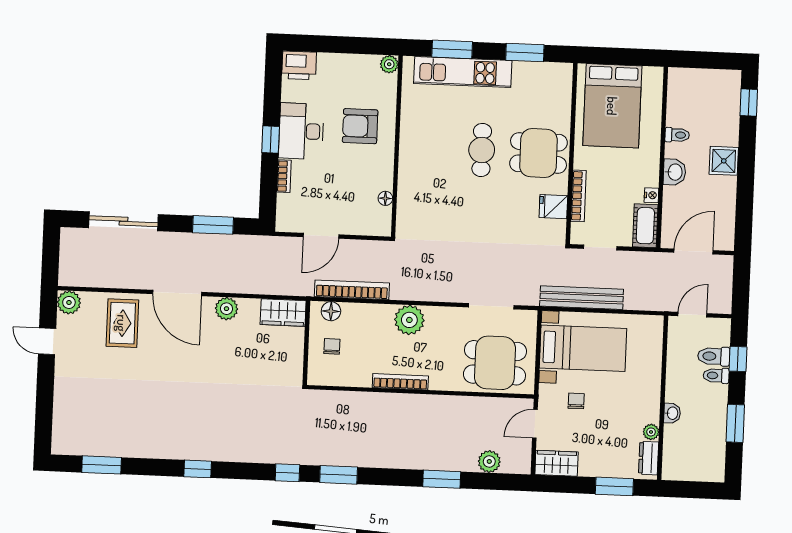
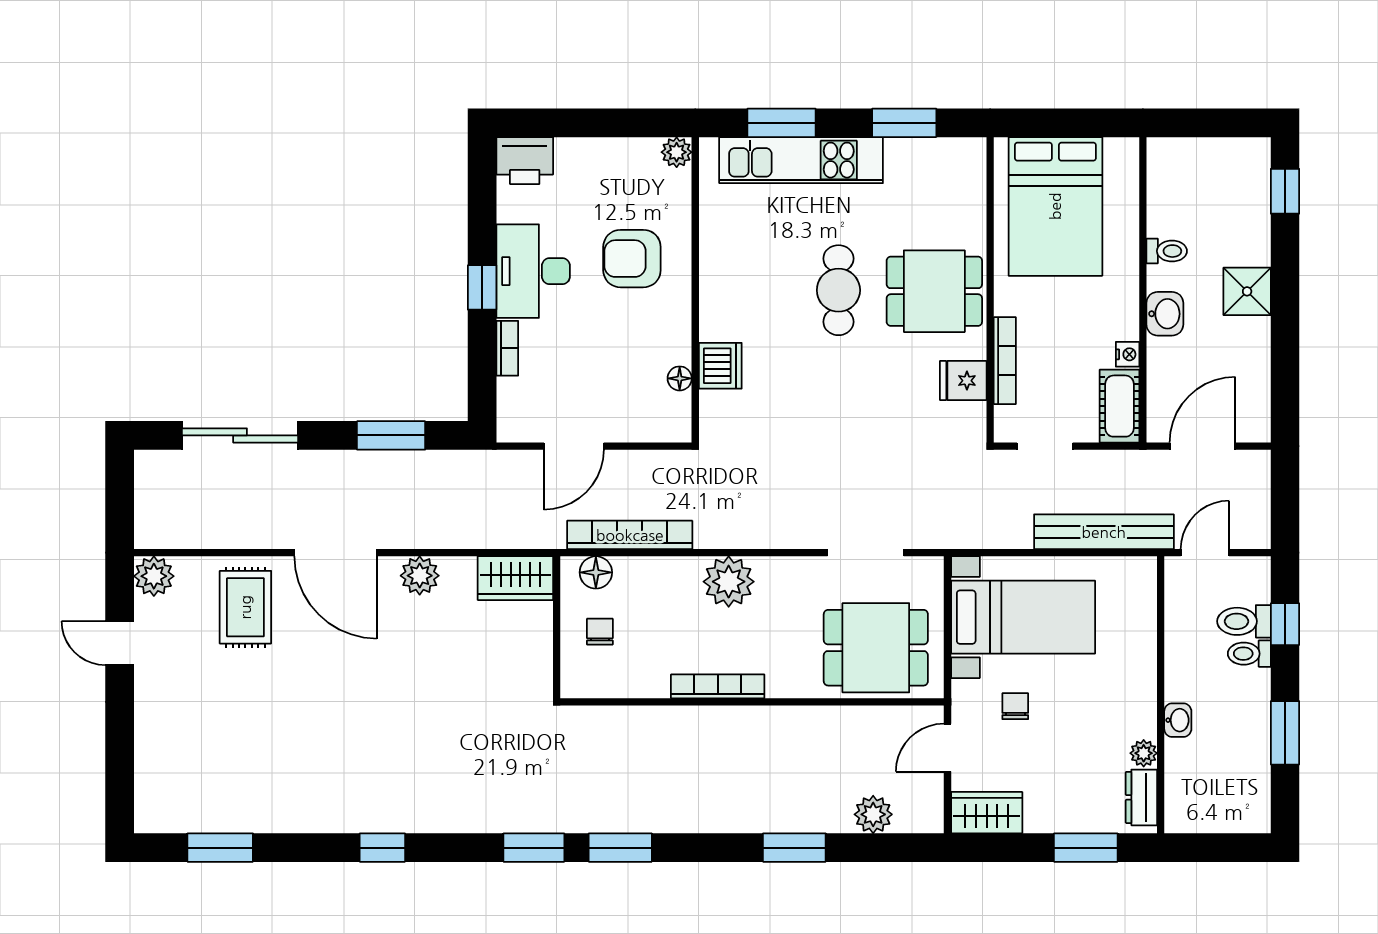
dishwasher: (410, 192) -> (720, 366), added
bench: (582, 298) -> (1104, 532), moved
window: (287, 473) -> (534, 848), width x1.50

